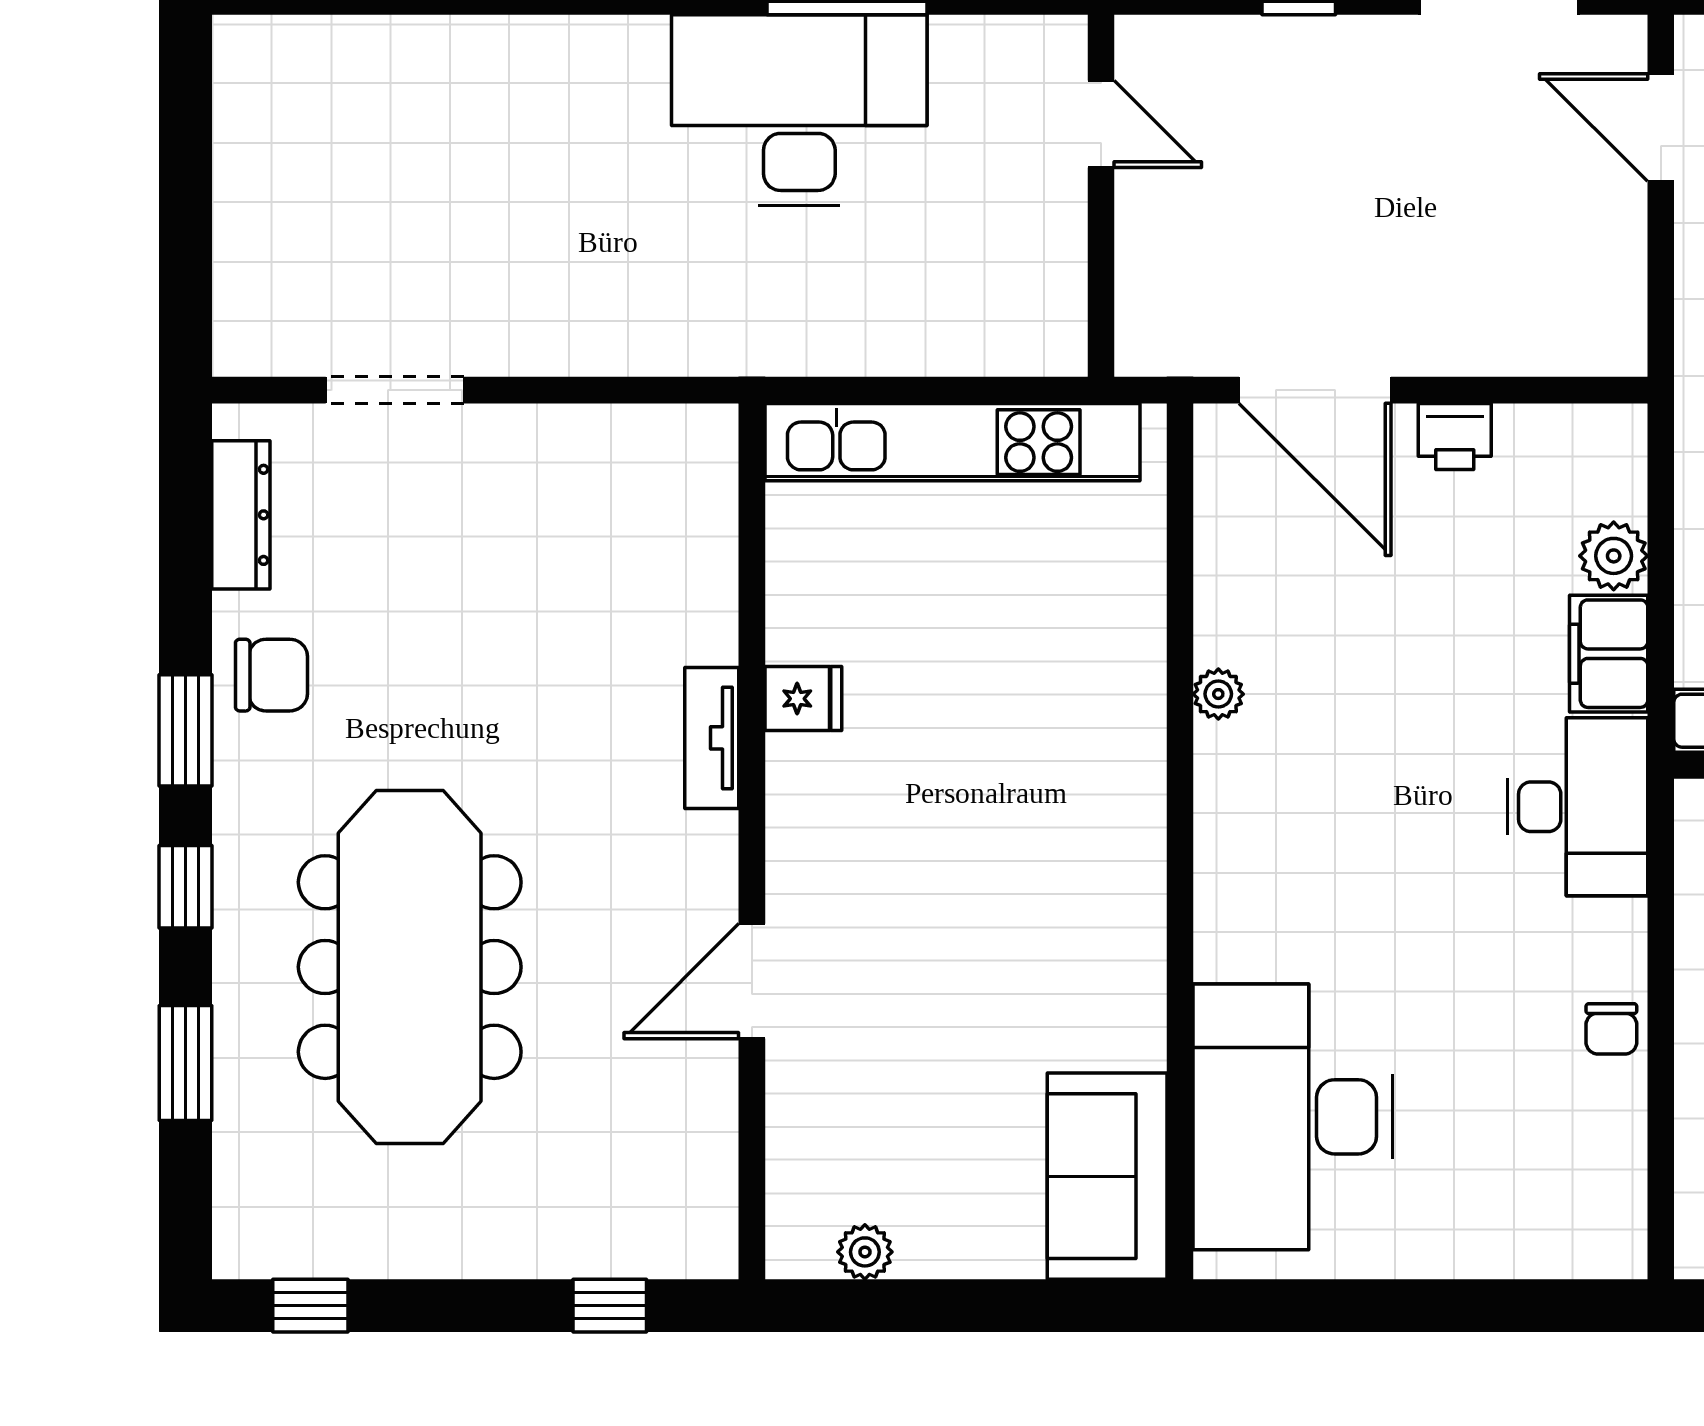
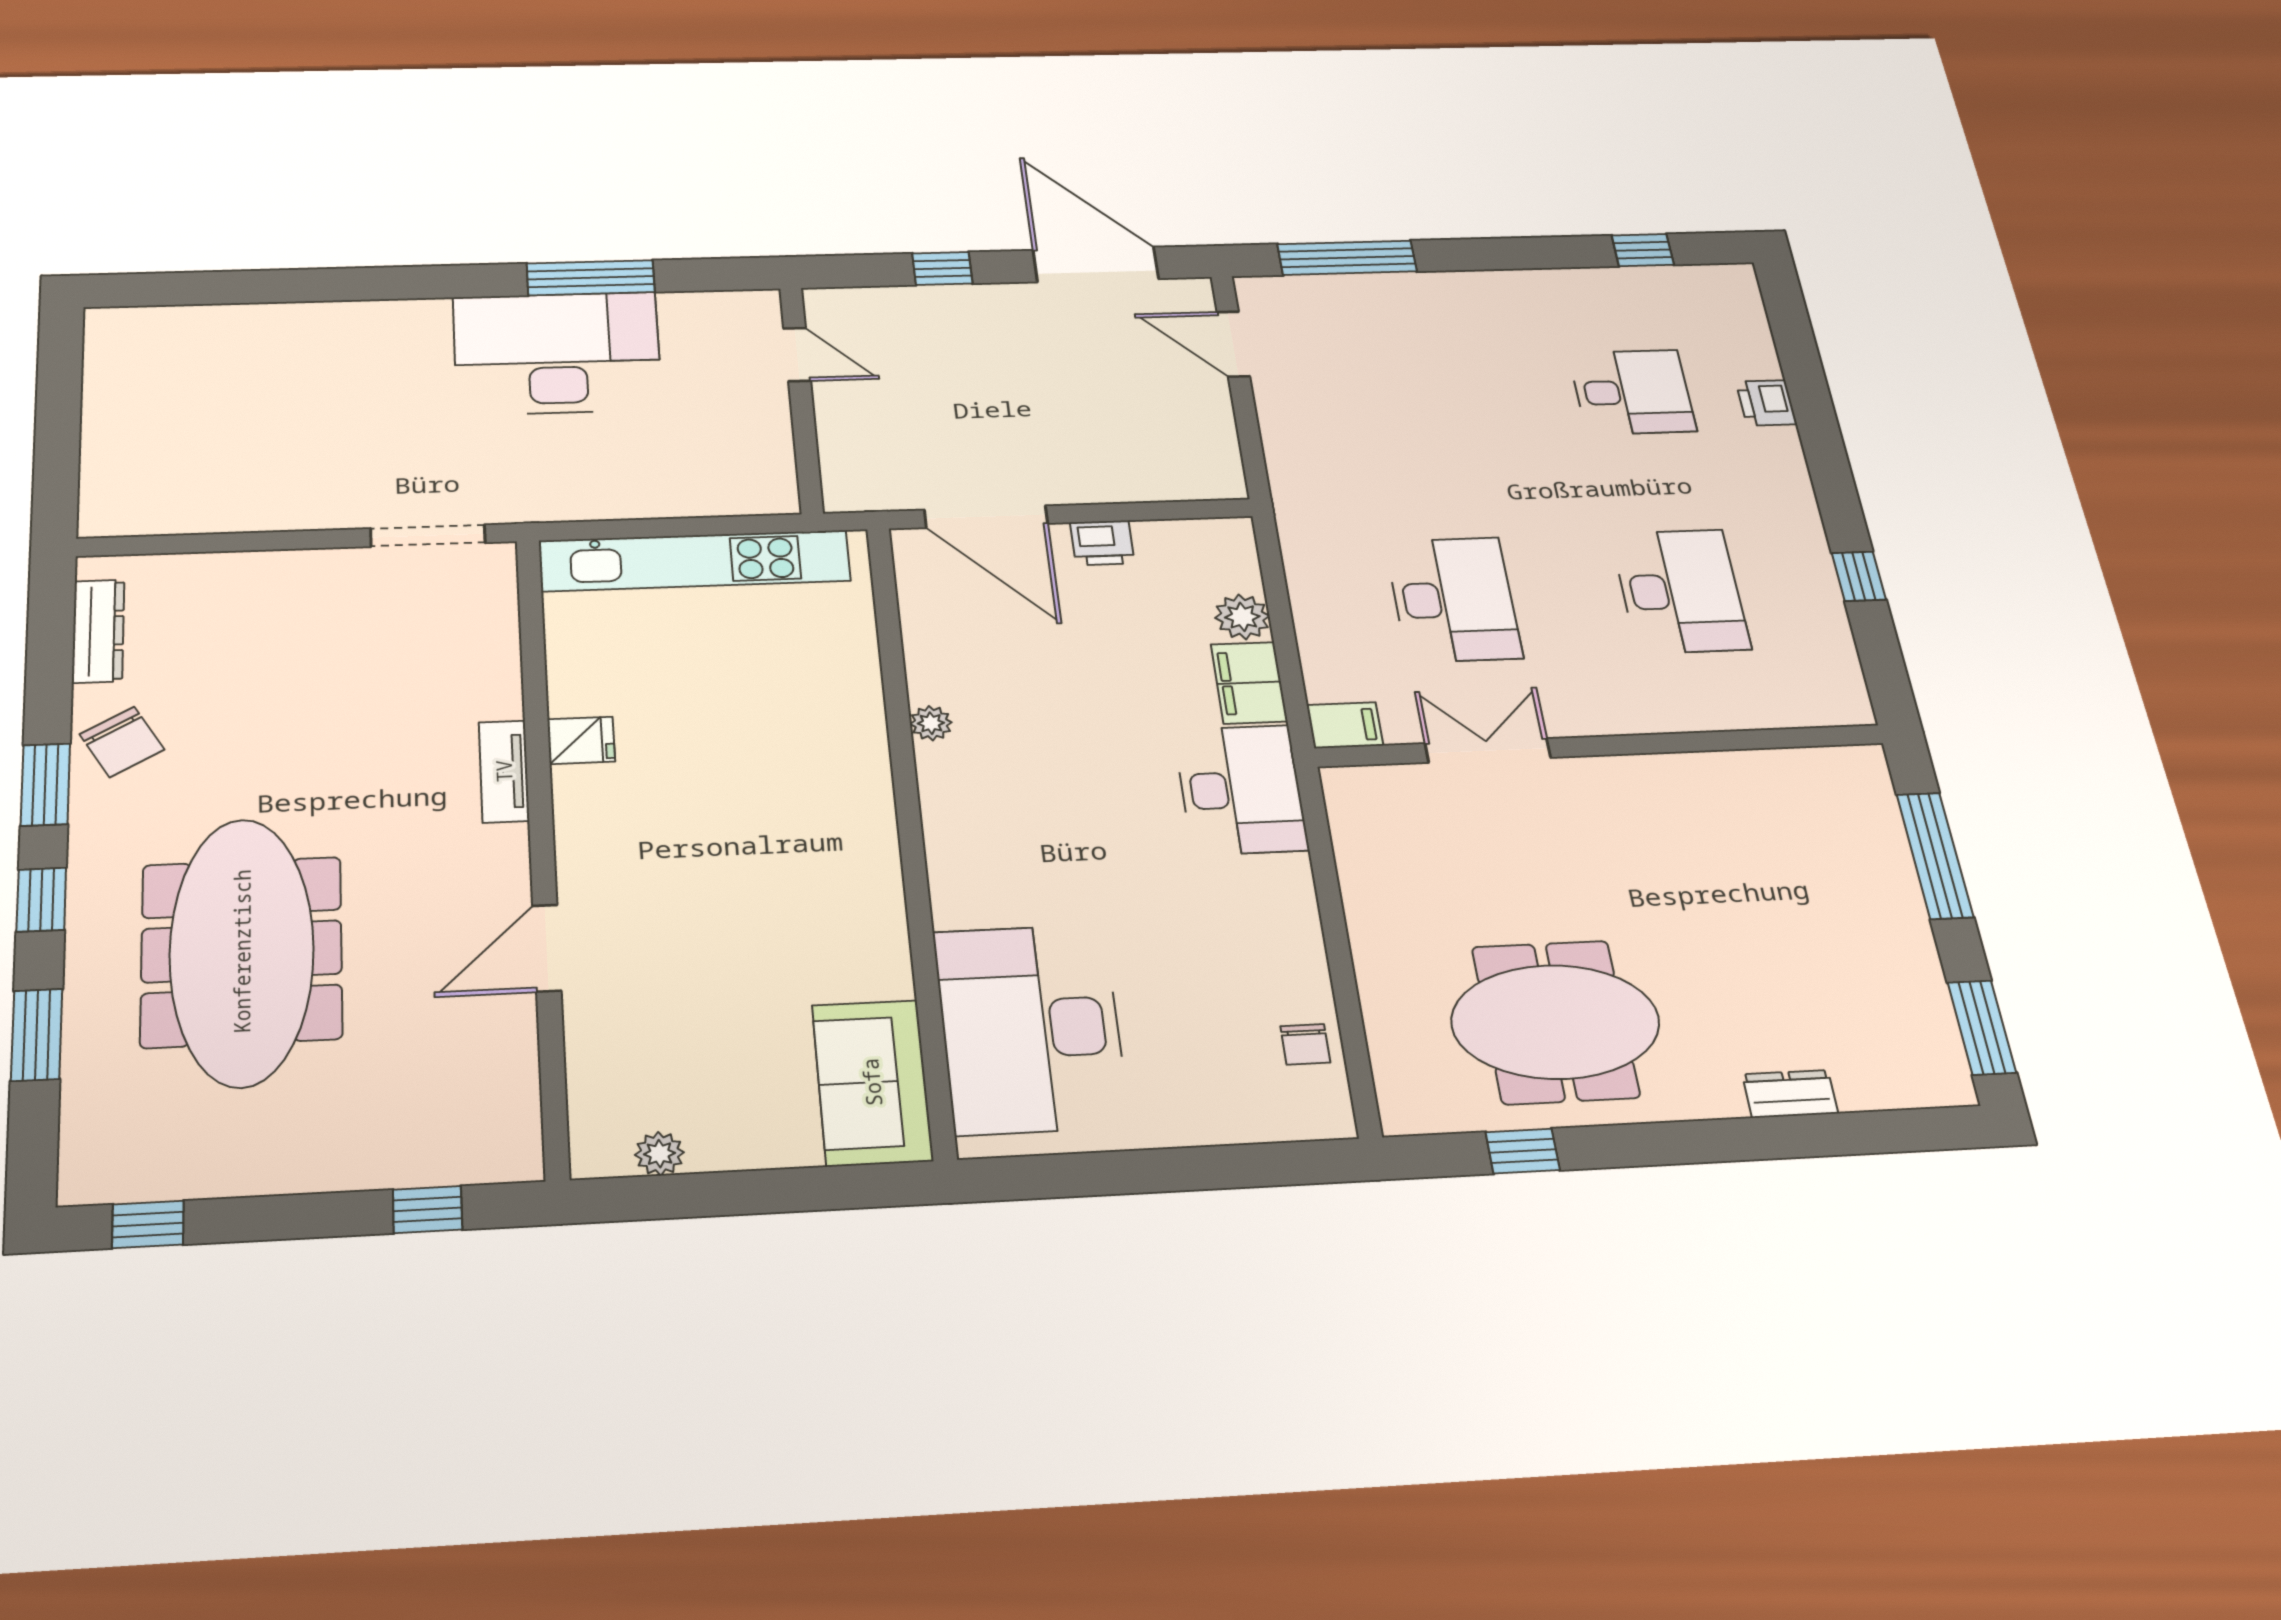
doorway: (395, 390) -> (428, 536), moved
chair: (271, 675) -> (122, 742), turned 60
chair: (1611, 1029) -> (1305, 1044), moved

